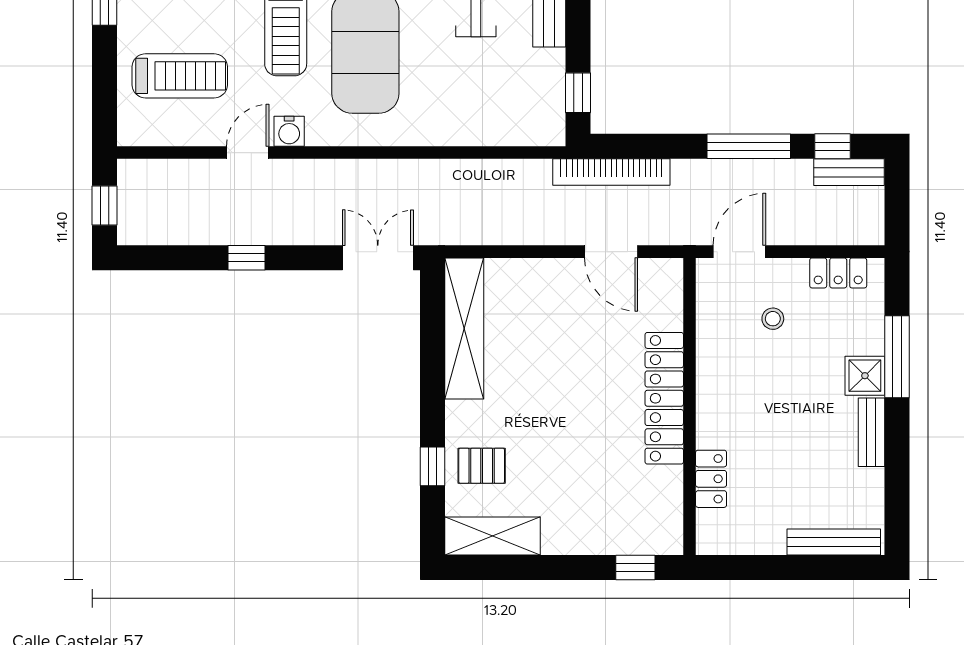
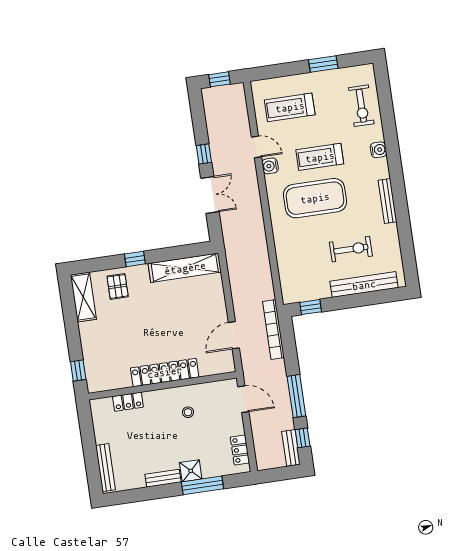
treadmill: (180, 76) -> (290, 107), turned 90
double door: (378, 258) -> (210, 195), moved
stool: (773, 319) -> (188, 412), moved
window: (433, 466) -> (135, 259), moved

